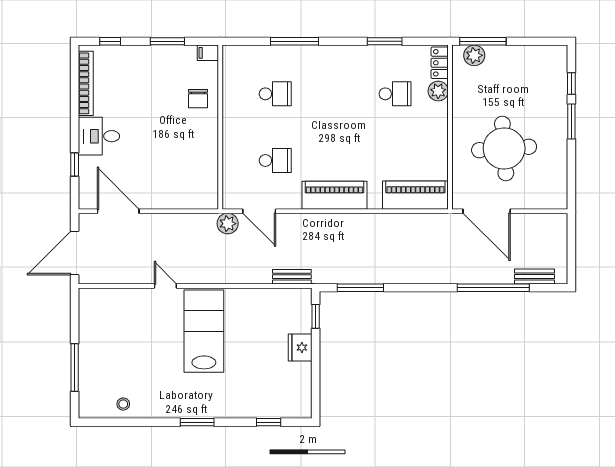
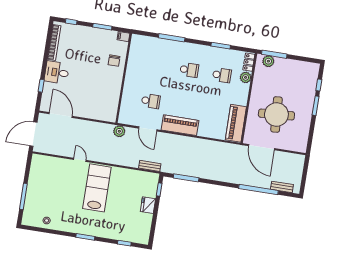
school desk: (275, 94) -> (189, 70), moved
piano: (415, 195) -> (236, 123), moved, turned -90
door: (259, 211) -> (148, 129), moved

